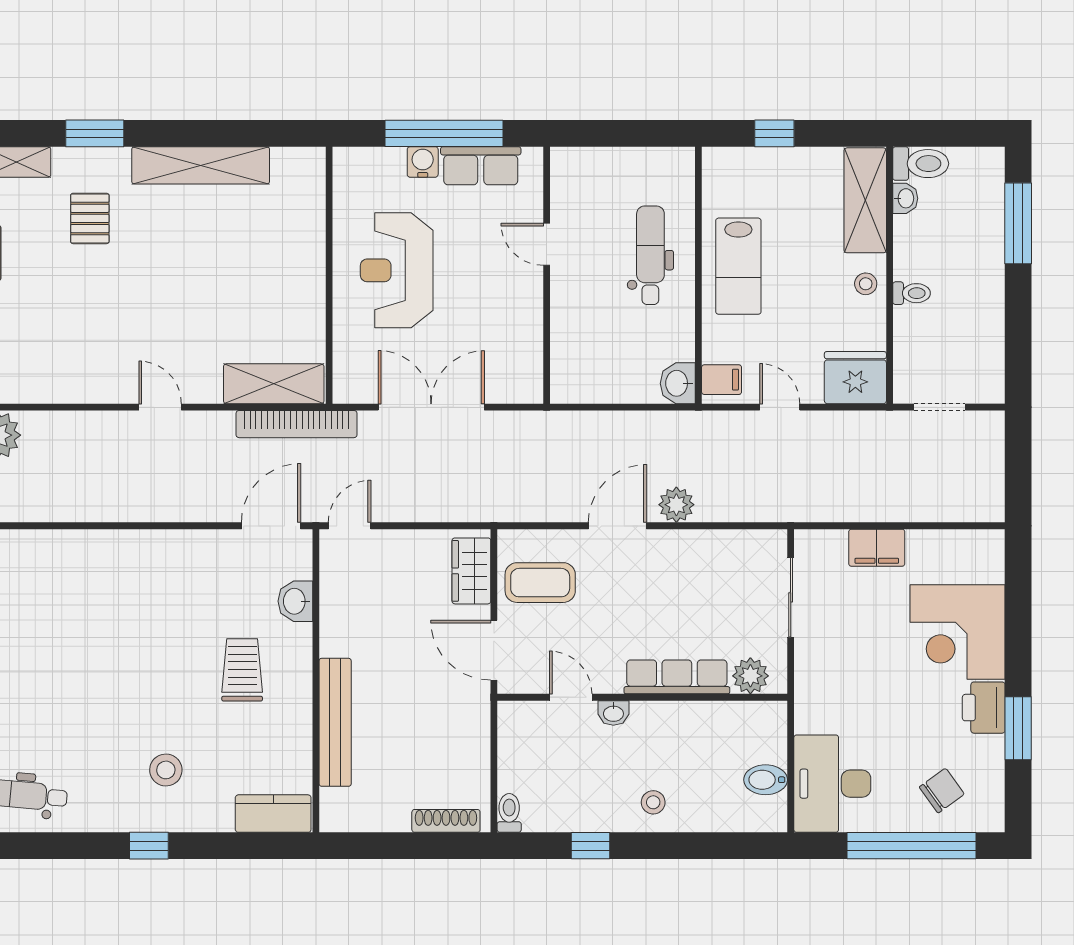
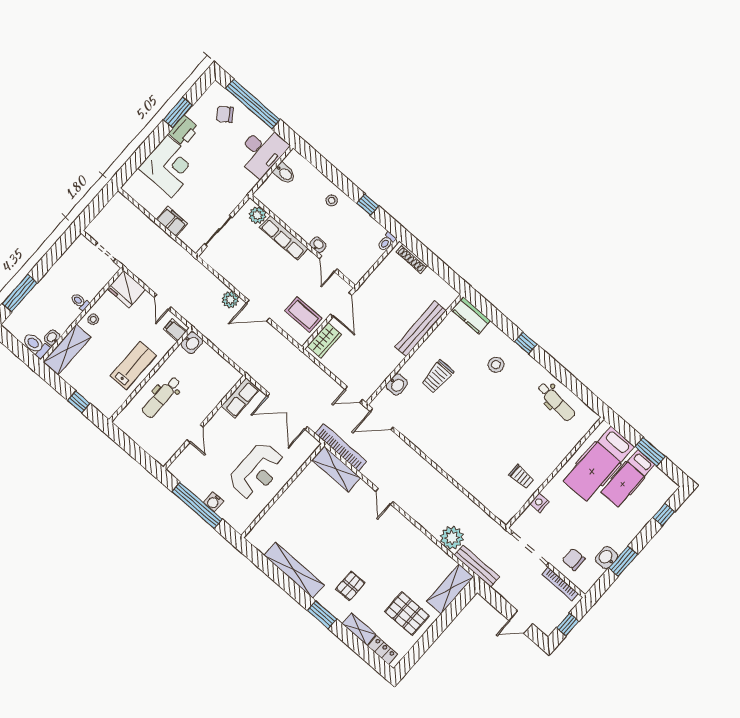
row of seats: (481, 166) -> (240, 398), moved, turned 90

